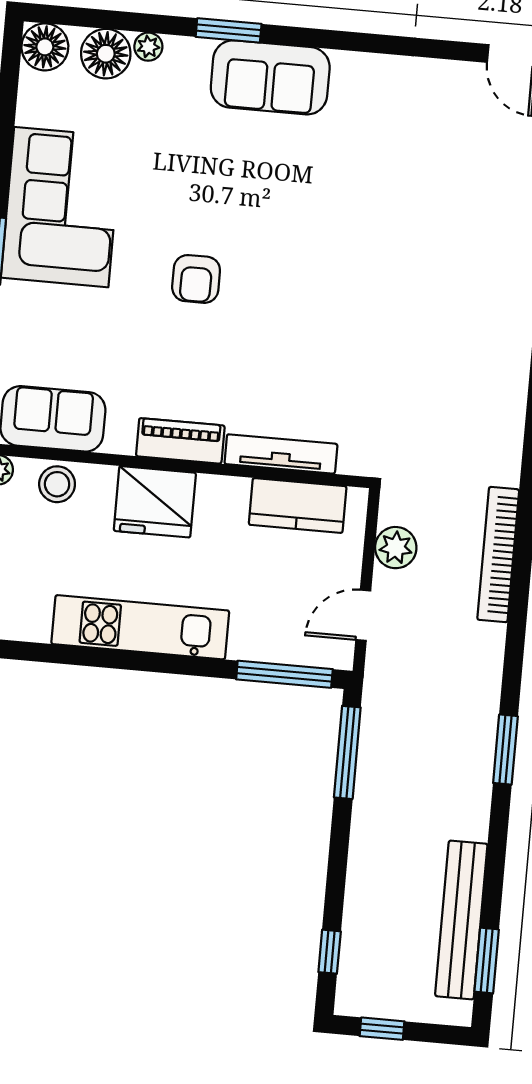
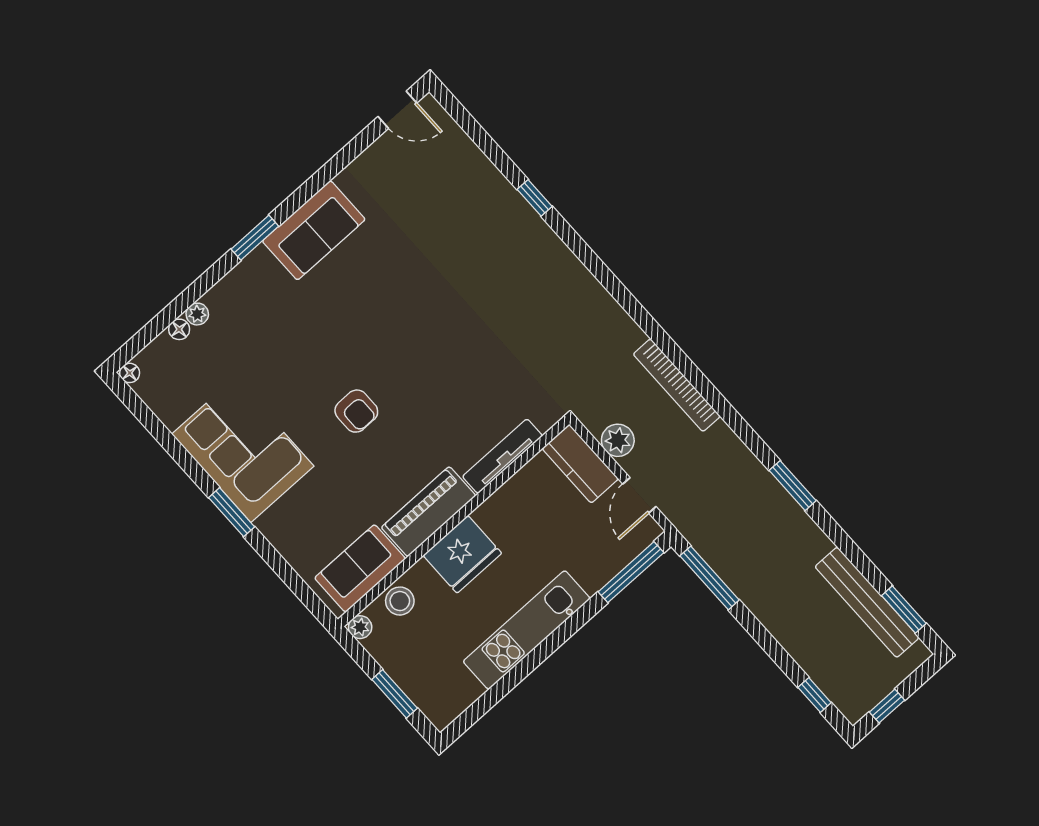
window: (229, 30) -> (255, 238), moved
floor lamp: (45, 47) -> (130, 373), width x0.53, depth x0.53
floor lamp: (106, 54) -> (179, 329), width x0.53, depth x0.53
sofa: (270, 77) -> (314, 230), moved
piano: (180, 441) -> (428, 512), width x1.37, depth x1.33
kitchen counter: (298, 505) -> (580, 464), moved, turned 90

